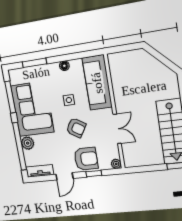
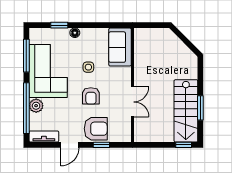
window: (34, 63) -> (59, 25), width x0.67
floor lamp: (64, 66) -> (75, 33), moved
sofa: (97, 83) -> (120, 47), width x0.73
armchair: (76, 128) -> (91, 96), turned 58
plant: (116, 164) -> (126, 137), removed

